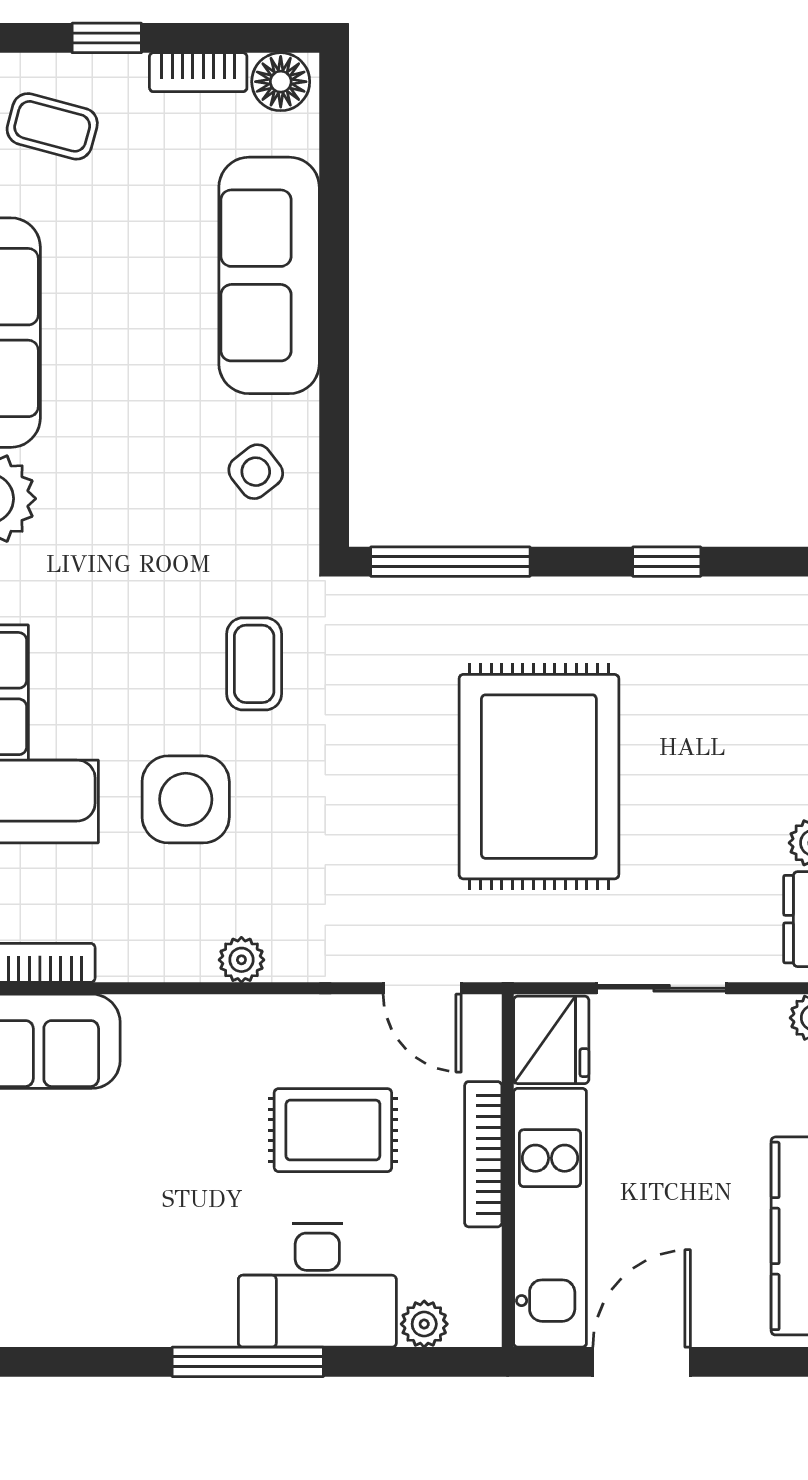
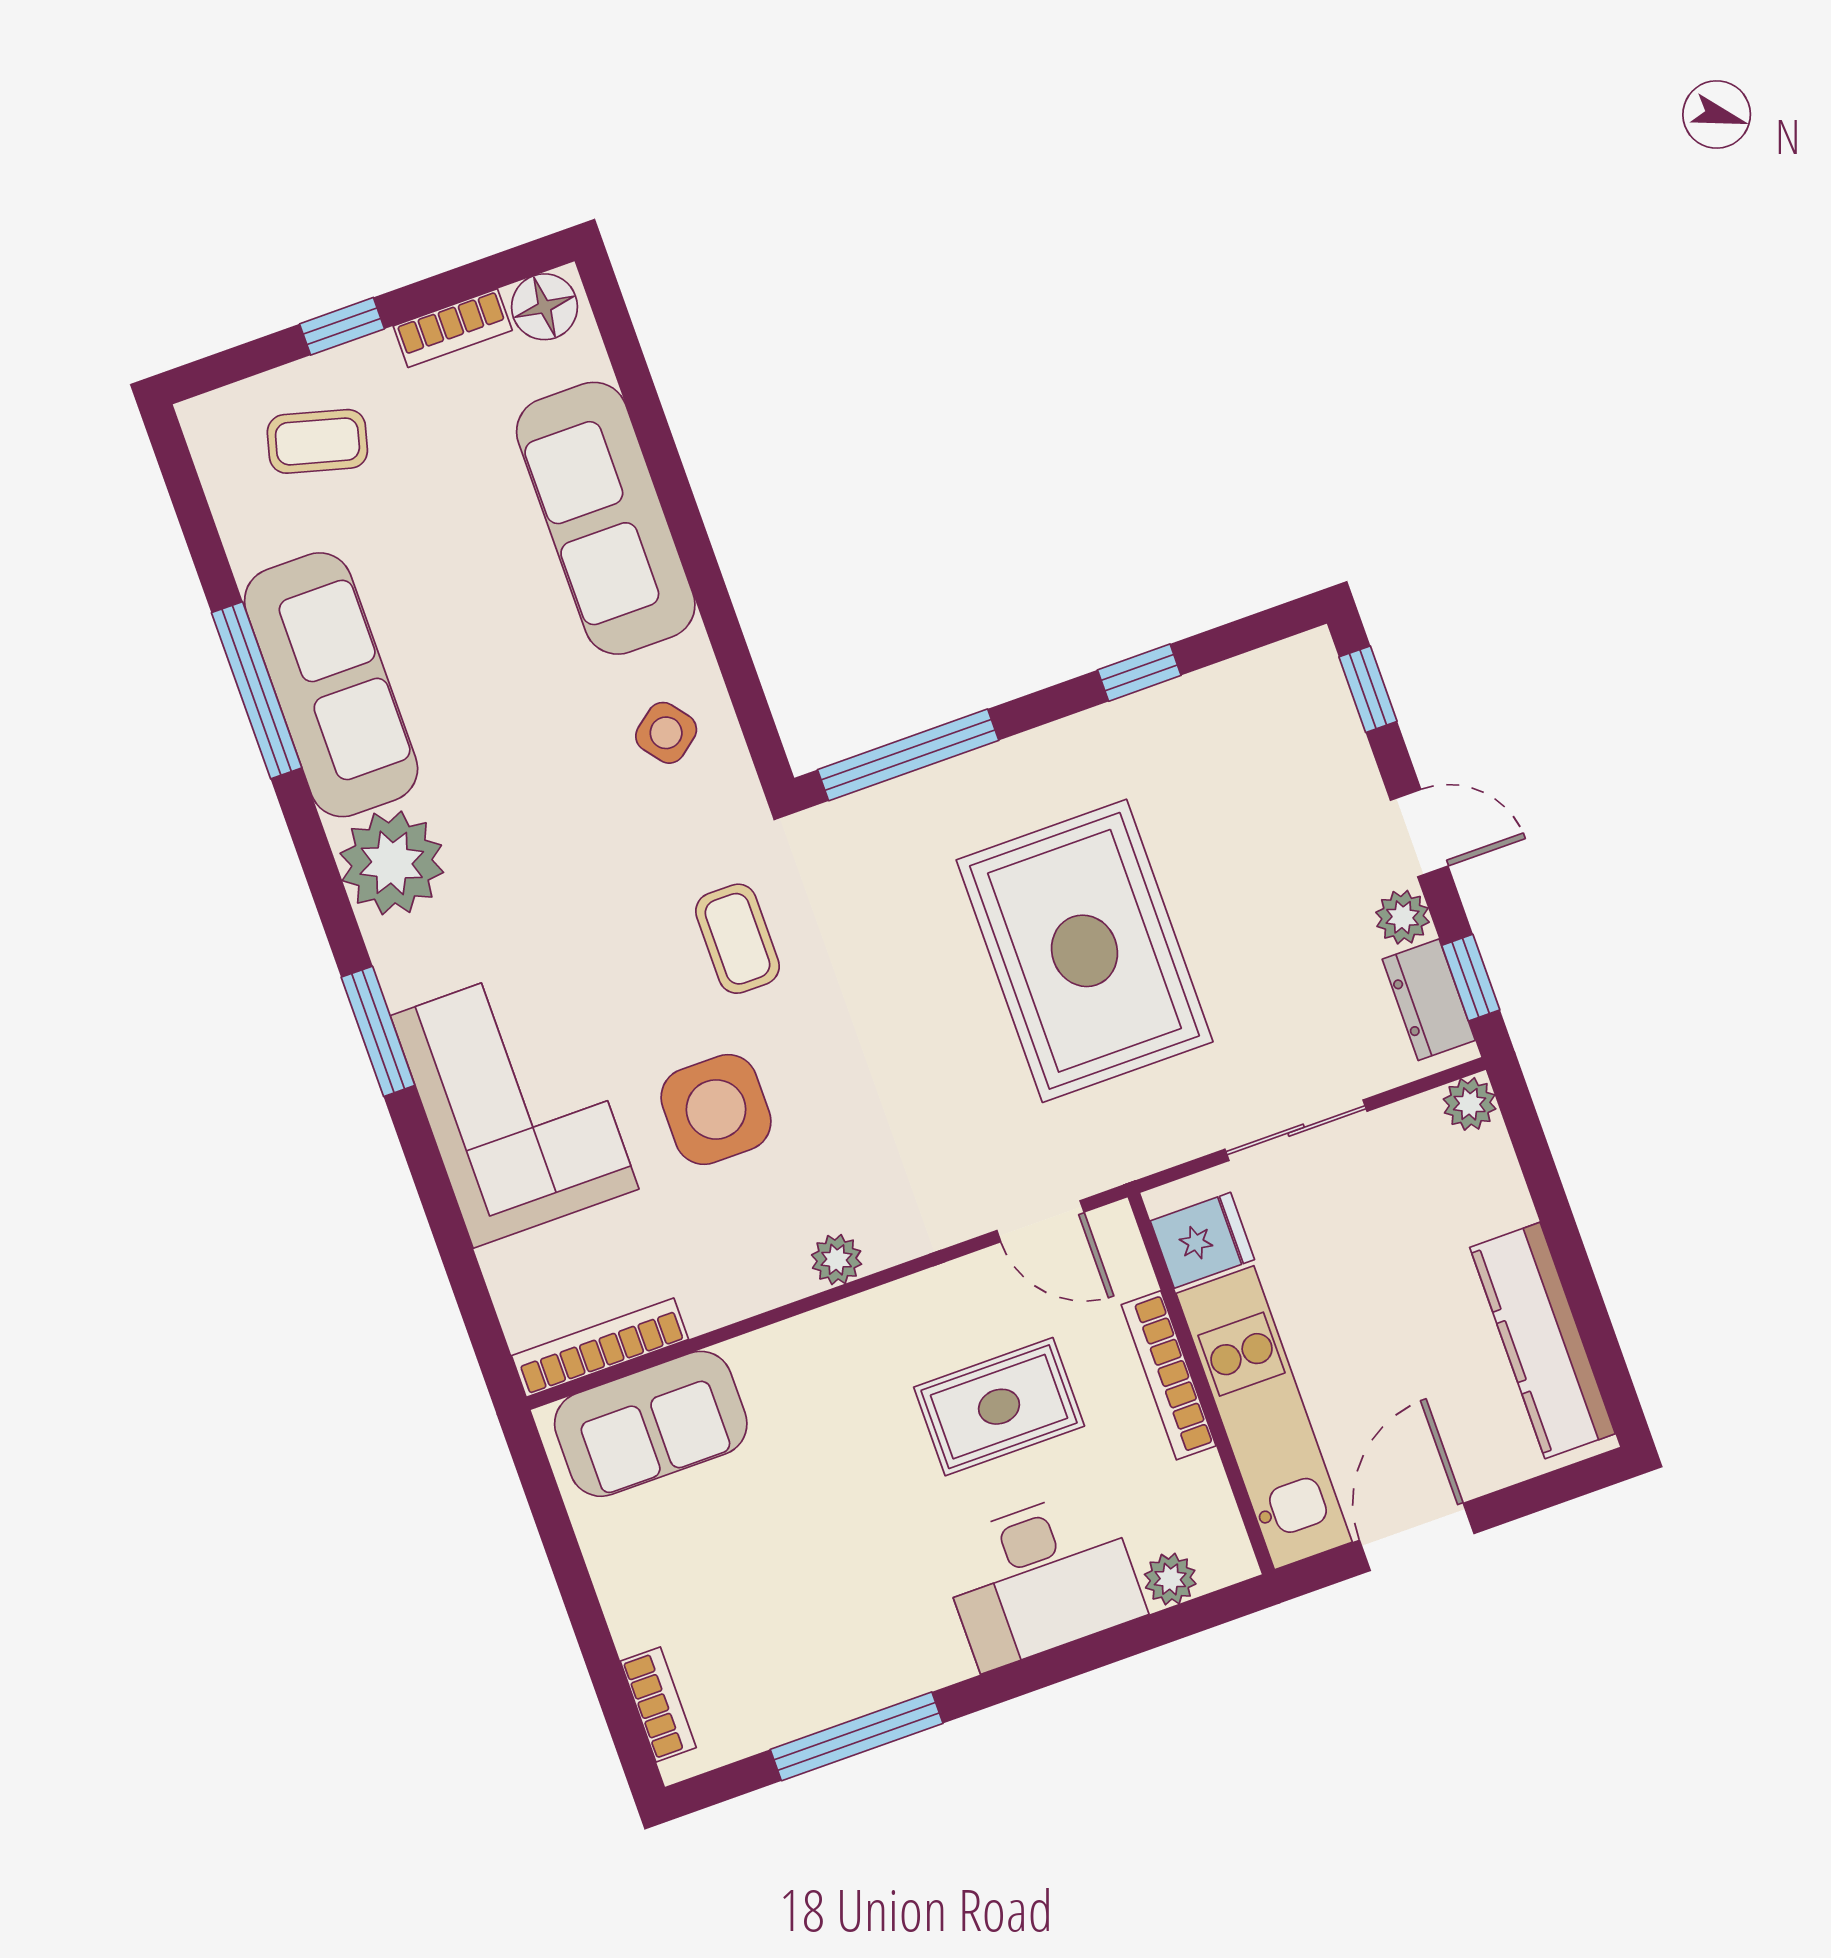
fridge: (551, 1040) -> (1202, 1240), width x0.72
window: (248, 1362) -> (857, 1736), moved

